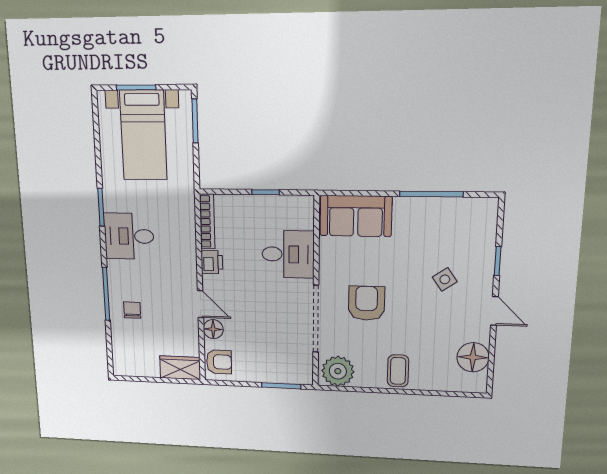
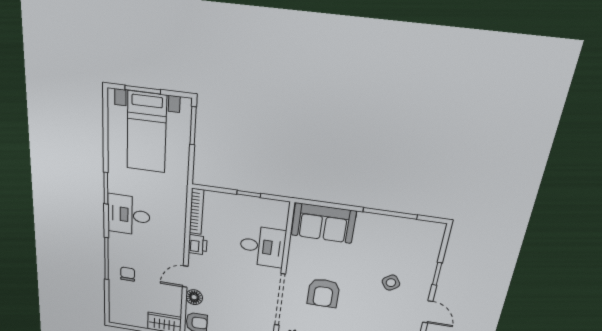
armchair: (366, 303) -> (323, 293), turned 180
door: (200, 304) -> (185, 277), swing flipped

